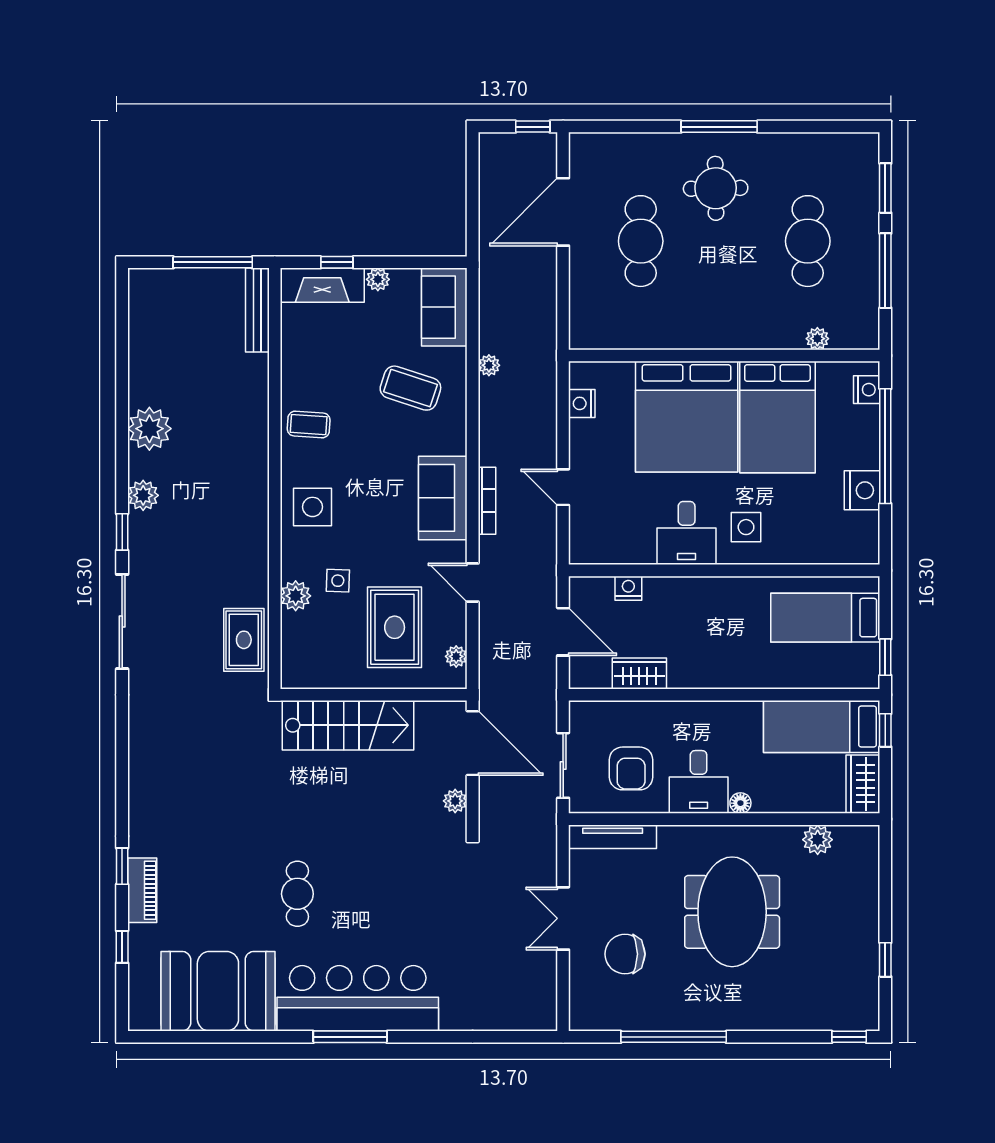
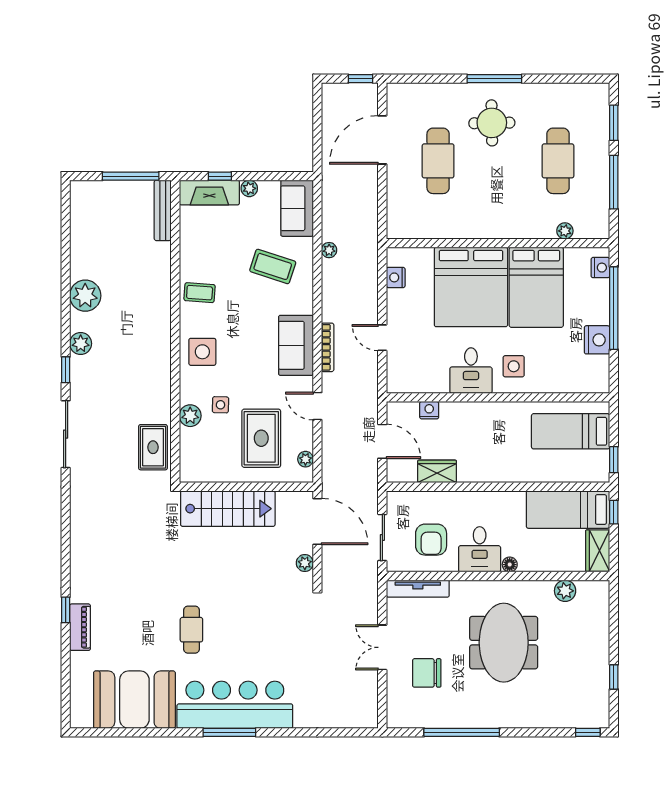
window: (122, 947) -> (66, 668), removed

